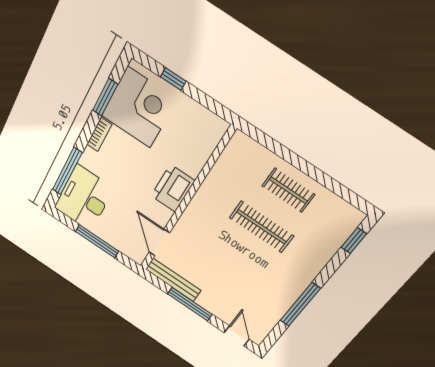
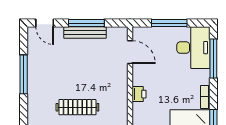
printer: (173, 188) -> (139, 94), width x0.53, depth x0.68
bench: (173, 280) -> (85, 32), moved

